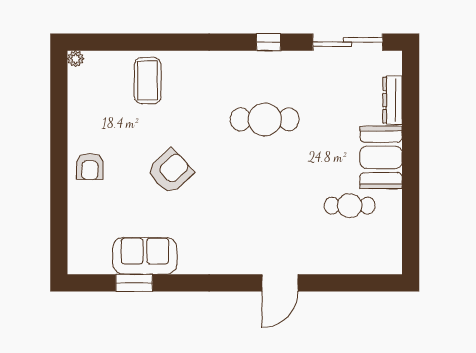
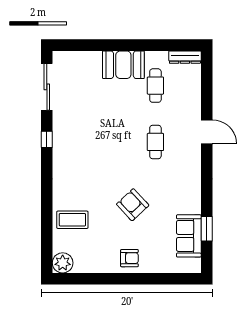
plant: (76, 59) -> (63, 263), width x1.87, depth x1.87
dresser: (393, 100) -> (185, 57), moved
cafe table: (265, 119) -> (155, 142), moved, width x0.73, depth x0.74
sofa: (145, 256) -> (189, 236), moved

